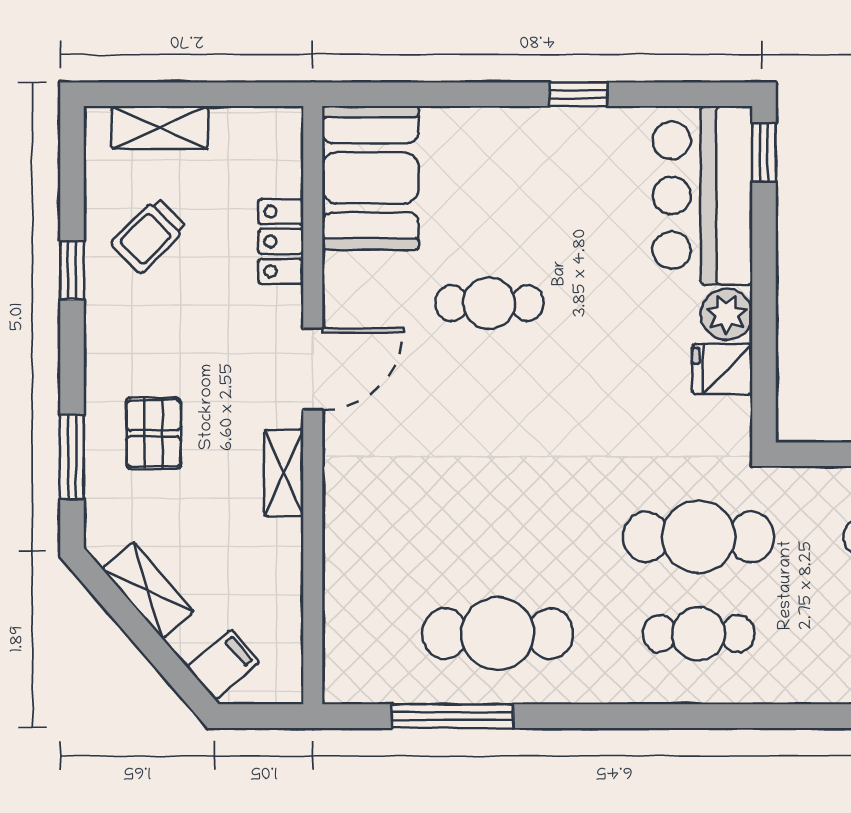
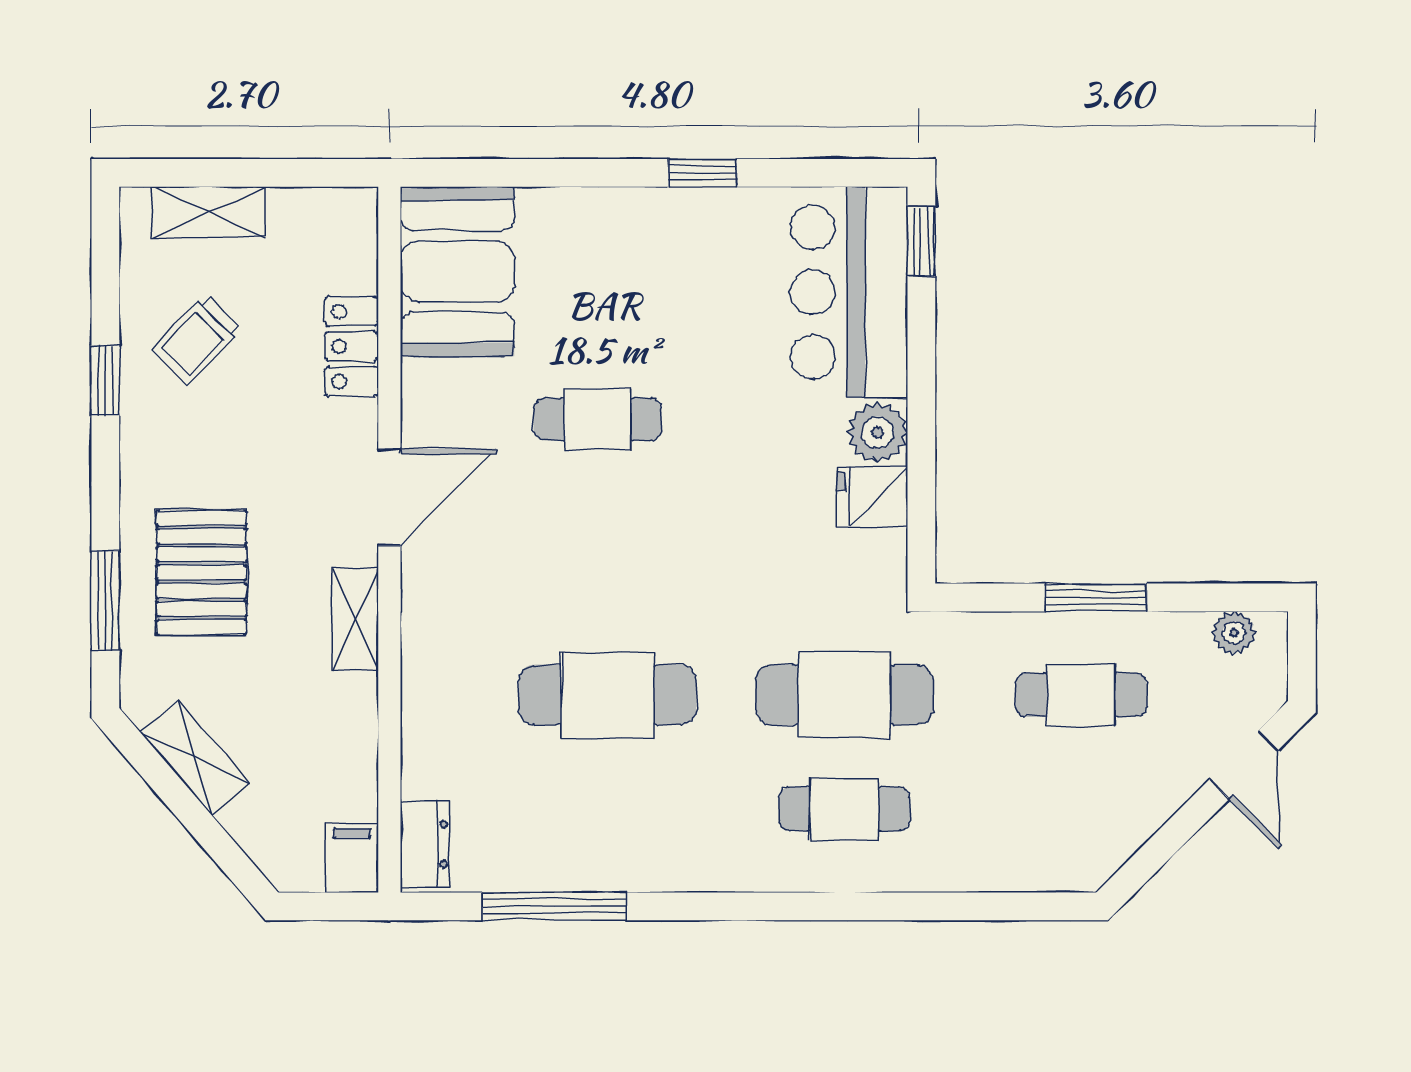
pallet: (154, 433) -> (202, 573), width x1.50, depth x1.42
cafe table: (498, 634) -> (607, 695), moved
dresser: (343, 663) -> (425, 844), added
filing cabinet: (223, 665) -> (352, 858), moved, turned -49

